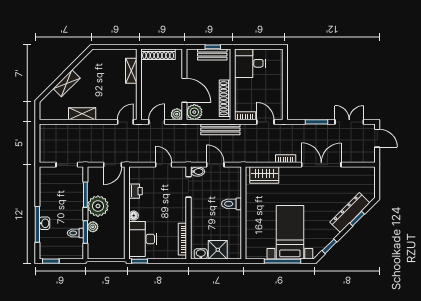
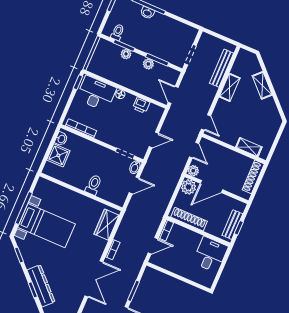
bench: (220, 129) -> (222, 68), moved
plant: (98, 206) -> (148, 64), width x0.53, depth x0.53
toilet: (75, 233) -> (118, 32), moved

